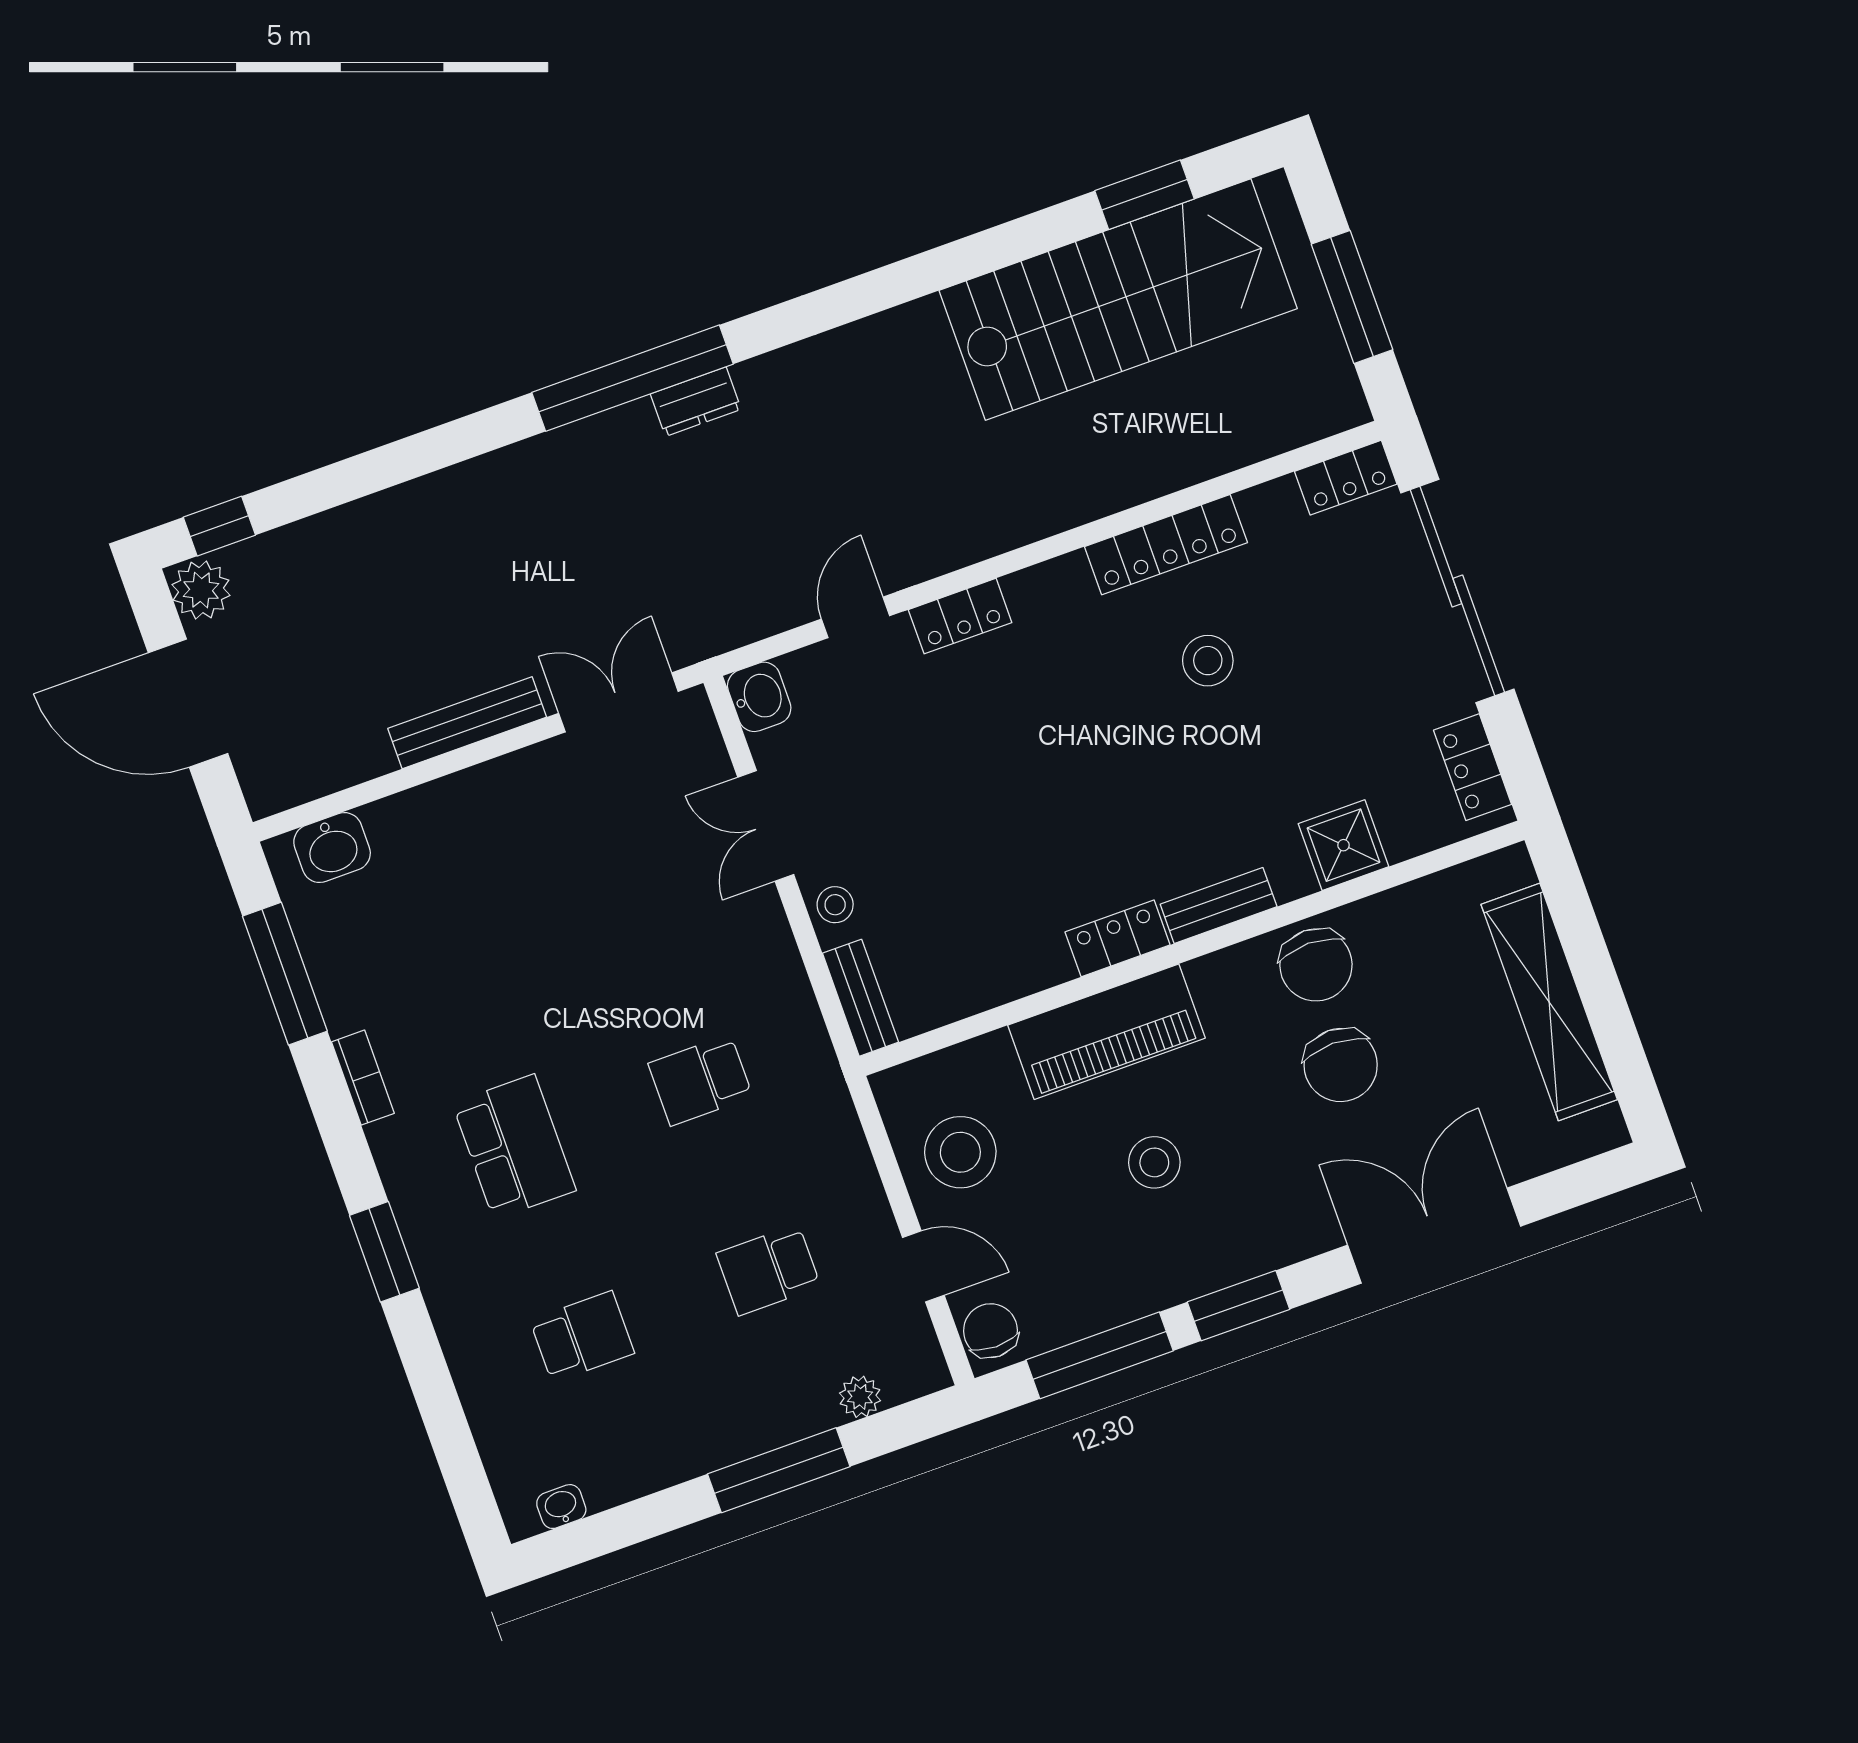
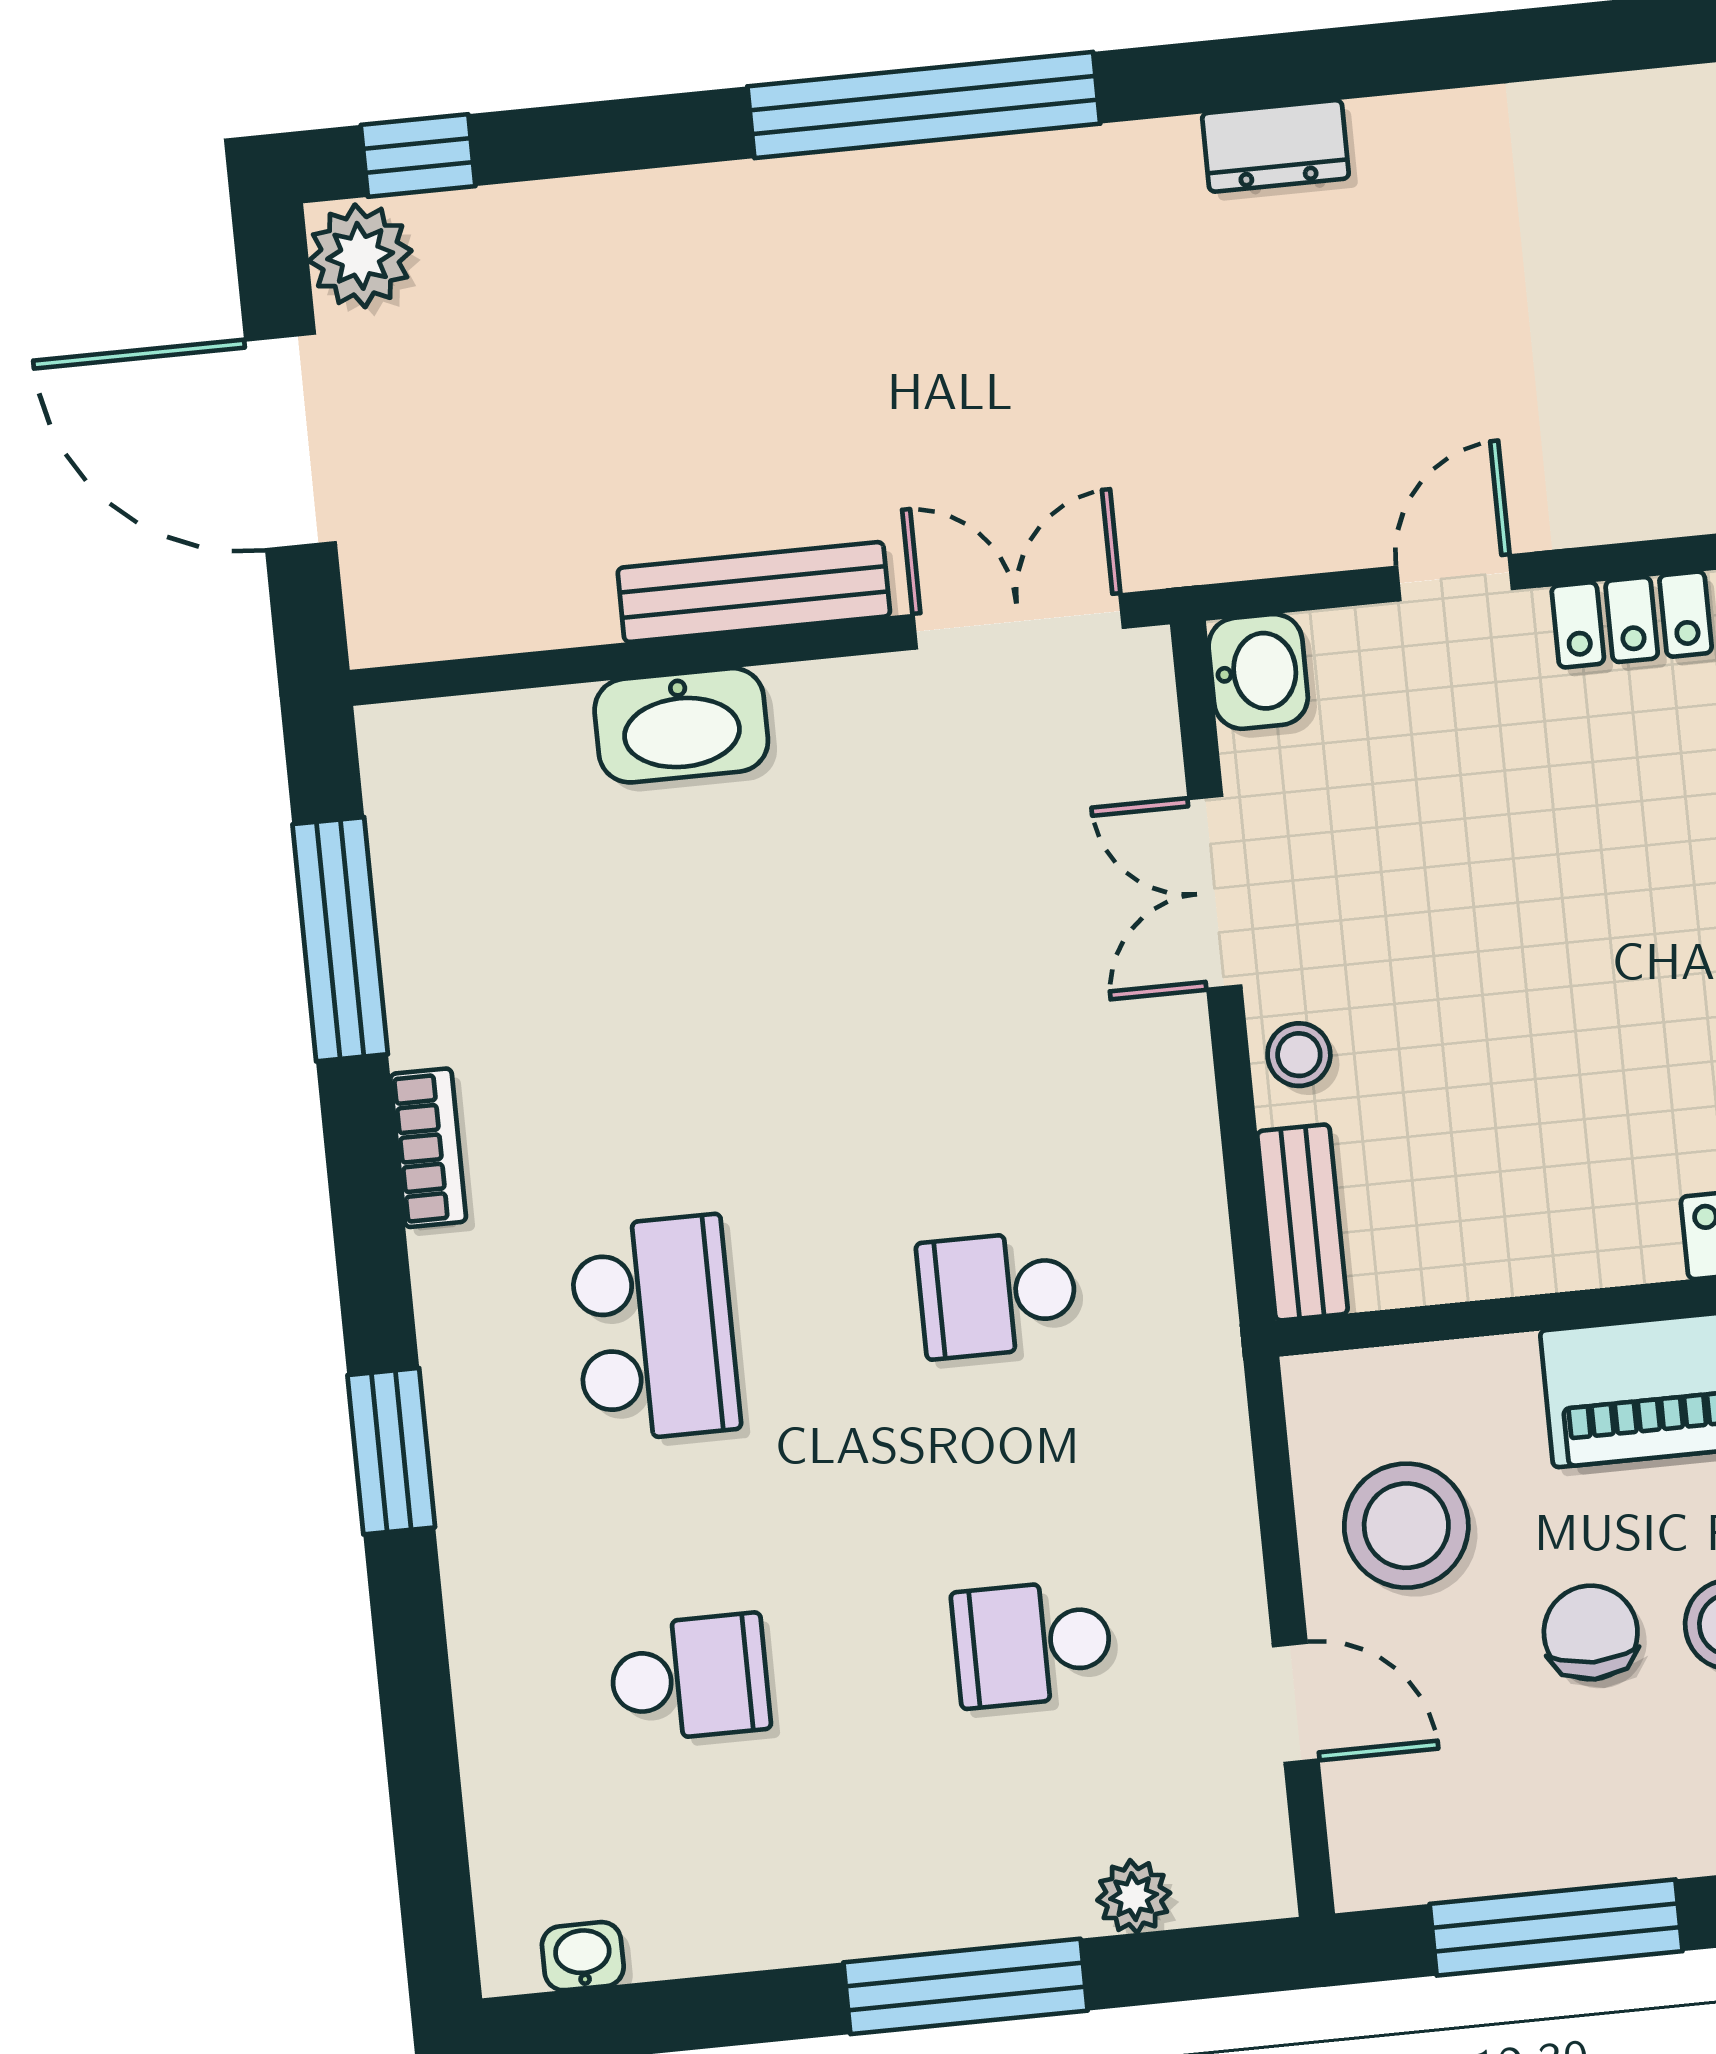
window: (633, 378) -> (924, 105), moved
washbasin: (332, 848) -> (681, 725), moved, width x1.38
chair: (991, 1331) -> (1591, 1633), moved

